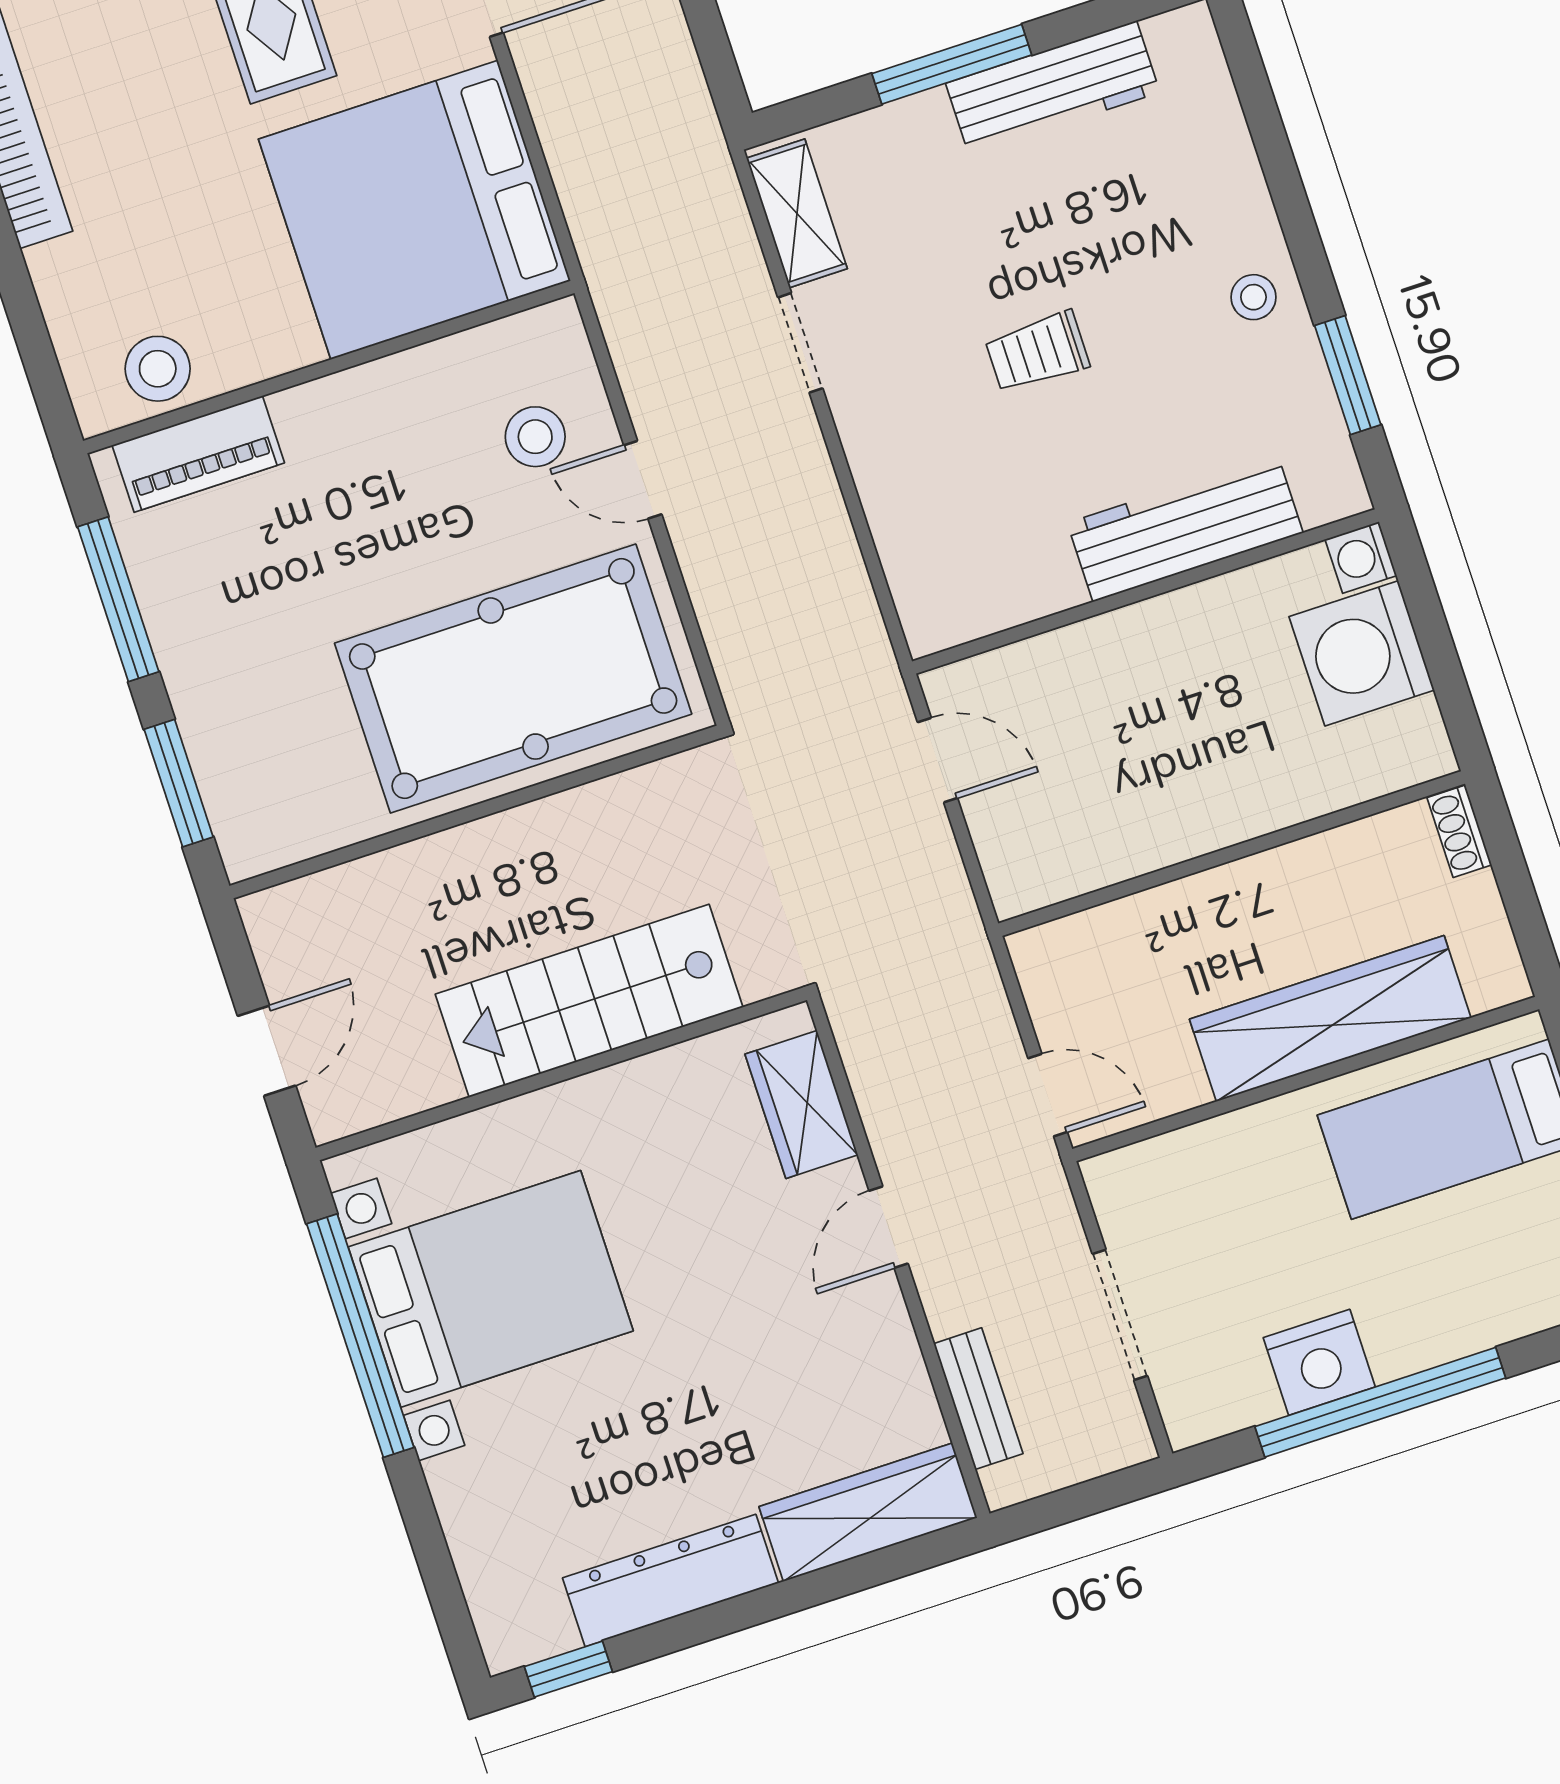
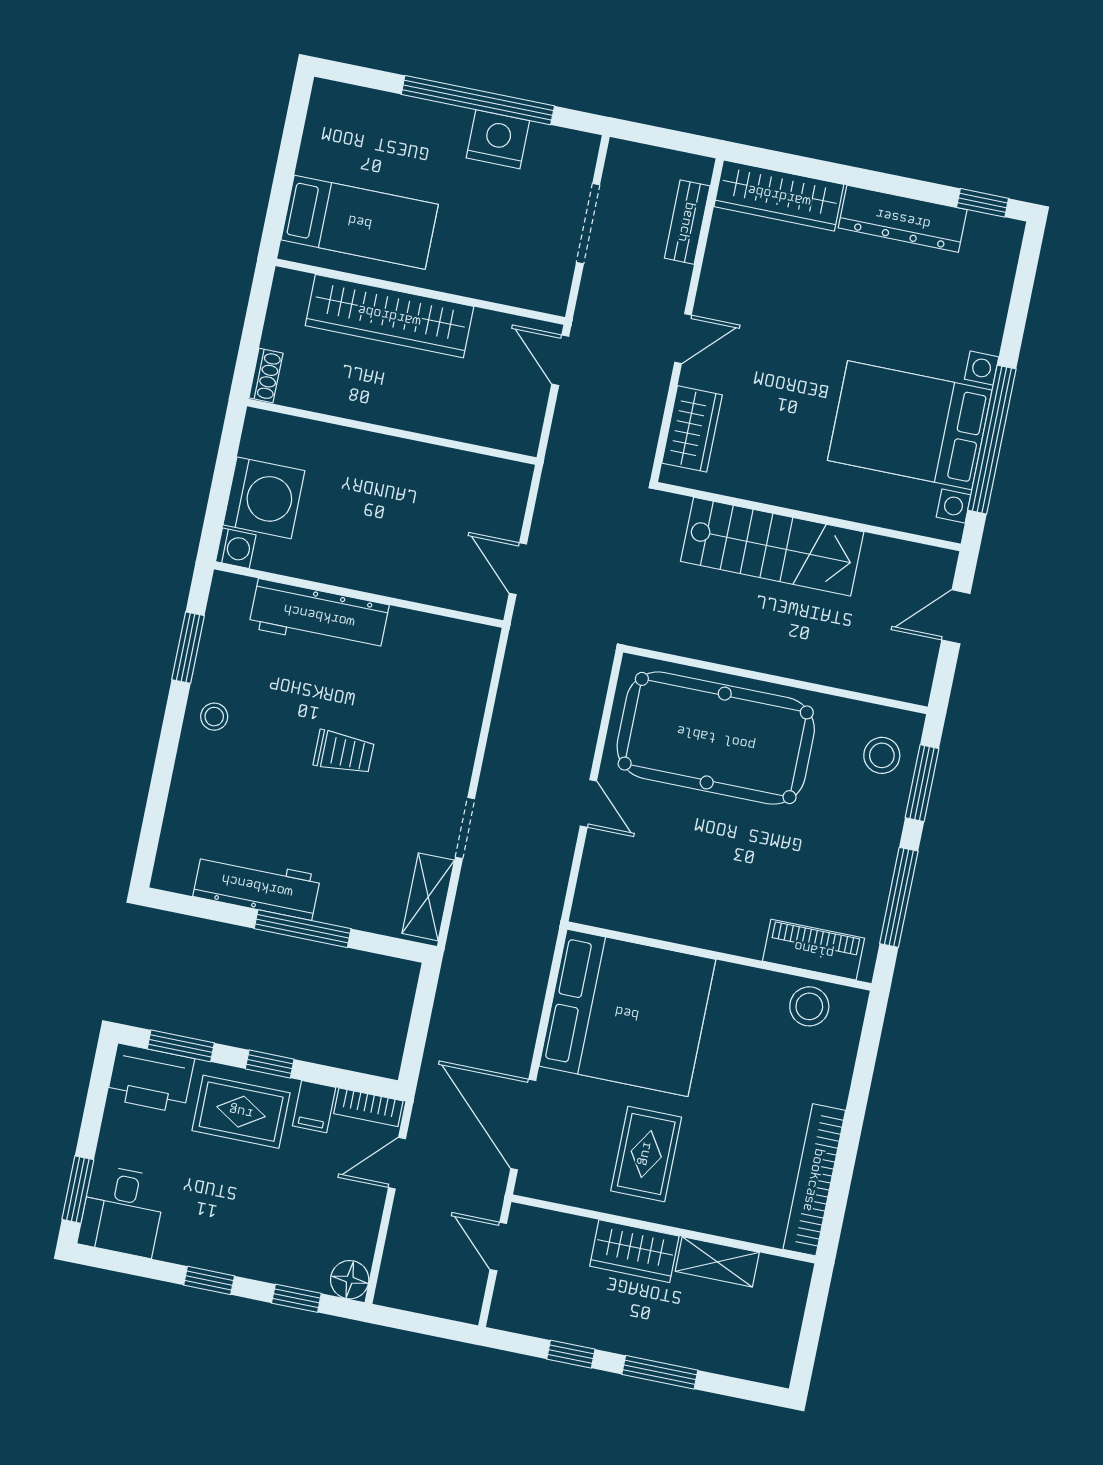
stool: (535, 437) -> (882, 755), moved

